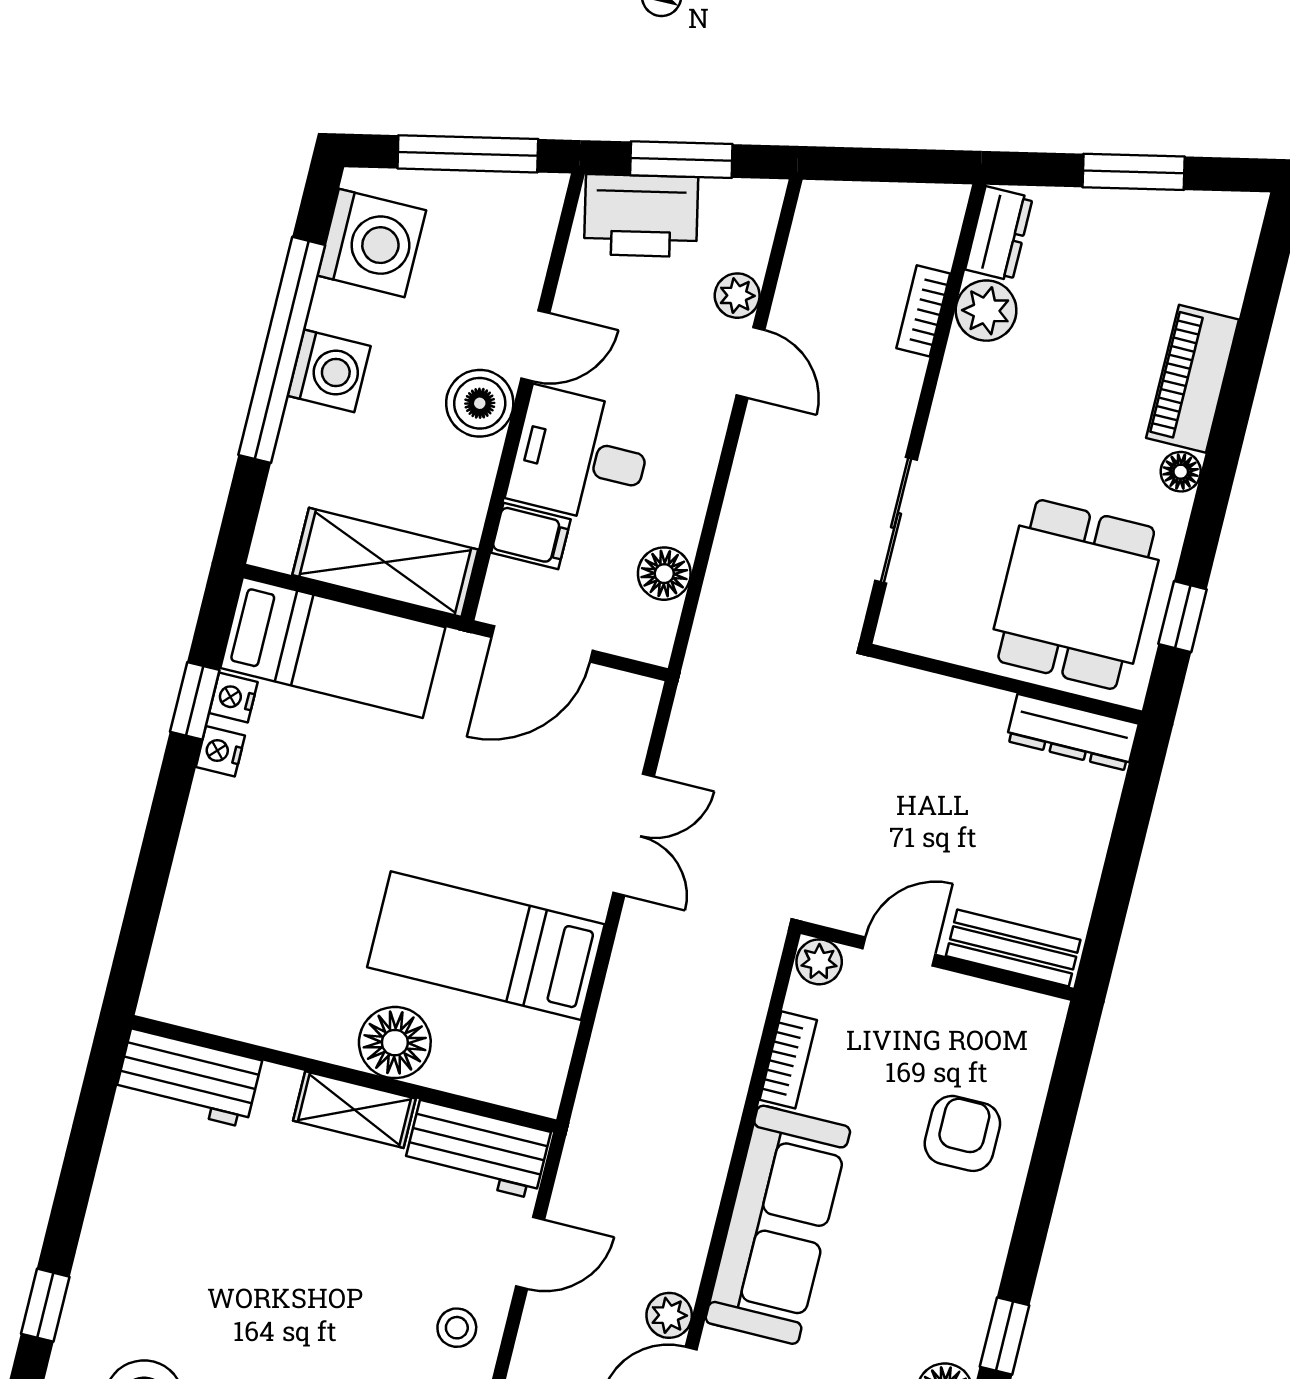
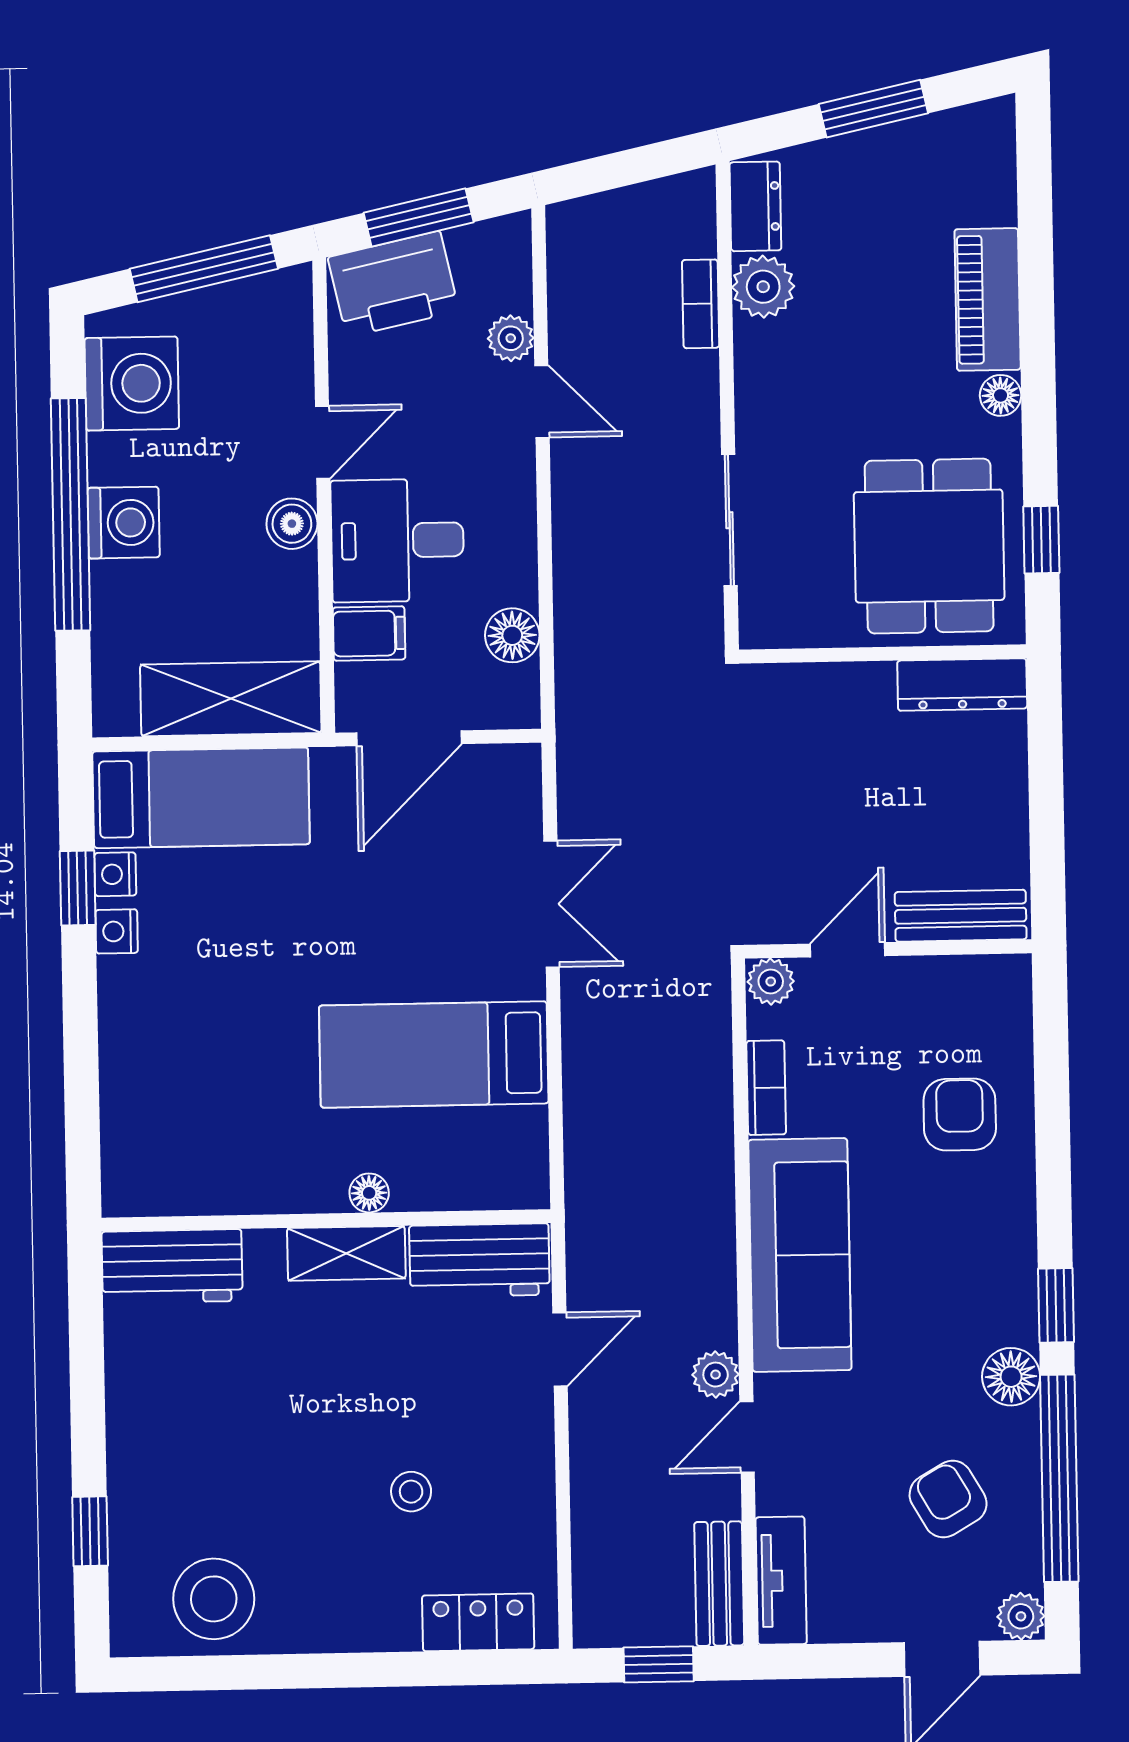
boiler: (480, 403) -> (292, 524), width x0.73, depth x0.73
floor lamp: (395, 1043) -> (369, 1193), width x0.53, depth x0.53
stool: (457, 1328) -> (411, 1492), moved

